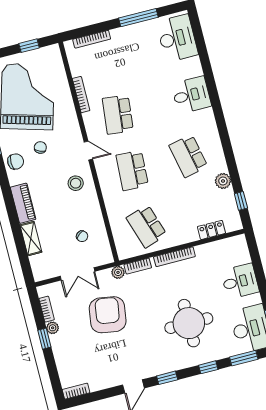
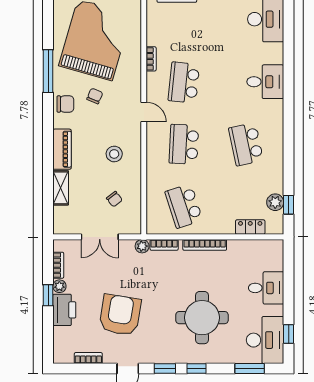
bookcase: (81, 95) -> (151, 59), width x0.64
plant: (223, 181) -> (275, 202), moved
stool: (76, 183) -> (114, 154), moved
armchair: (108, 315) -> (120, 315), moved
printer: (63, 348) -> (64, 310), added
window: (208, 367) -> (196, 369), moved
bookcase: (76, 391) -> (88, 358), moved

